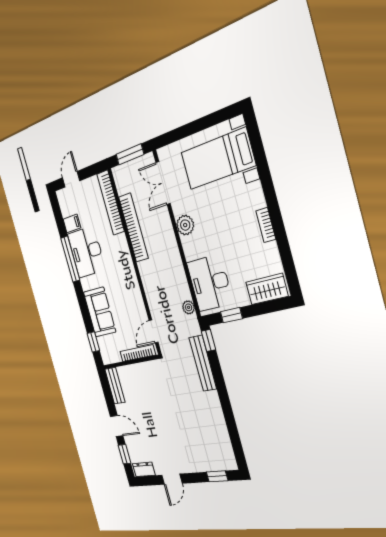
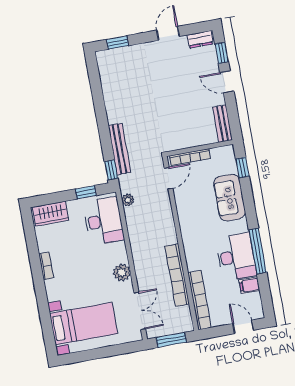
door: (71, 179) -> (243, 327), swing flipped

